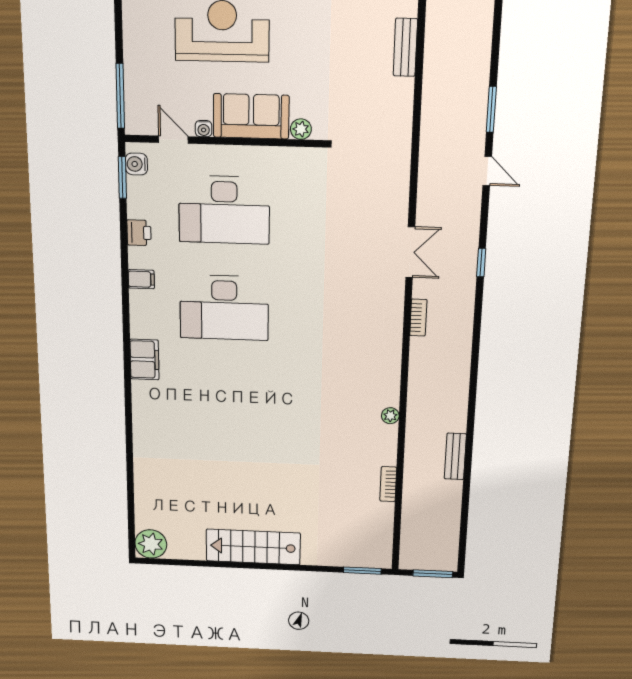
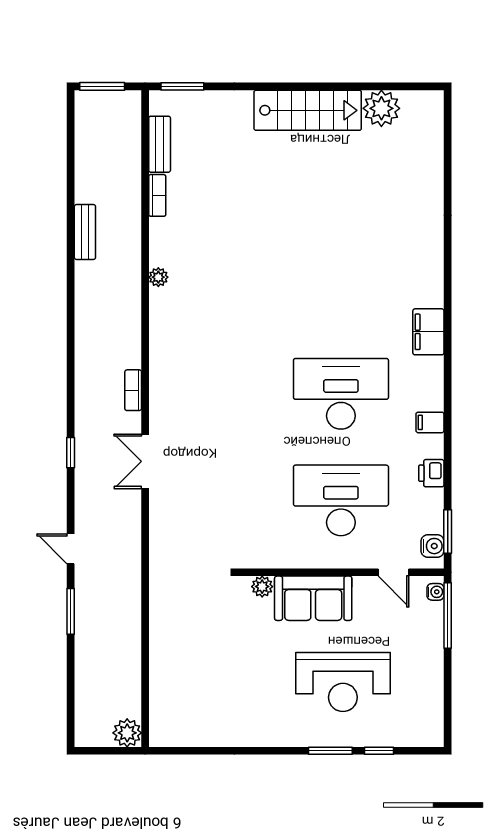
bench: (405, 47) -> (160, 144), moved
water cooler: (204, 129) -> (435, 592), moved, turned 90
plant: (151, 544) -> (381, 108), moved

